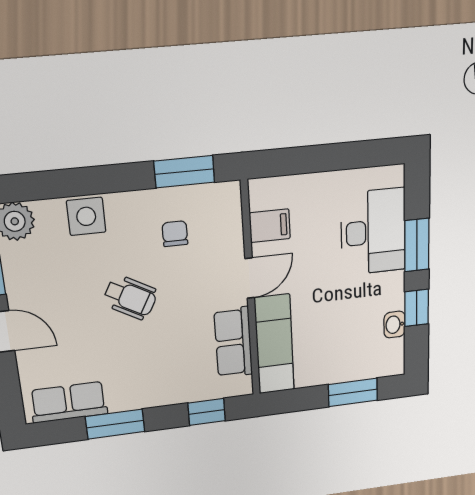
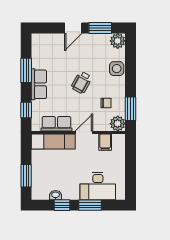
plant: (223, 200) -> (118, 124), added
door: (250, 278) -> (84, 132), swing flipped
row of seats: (69, 402) -> (39, 84), moved

